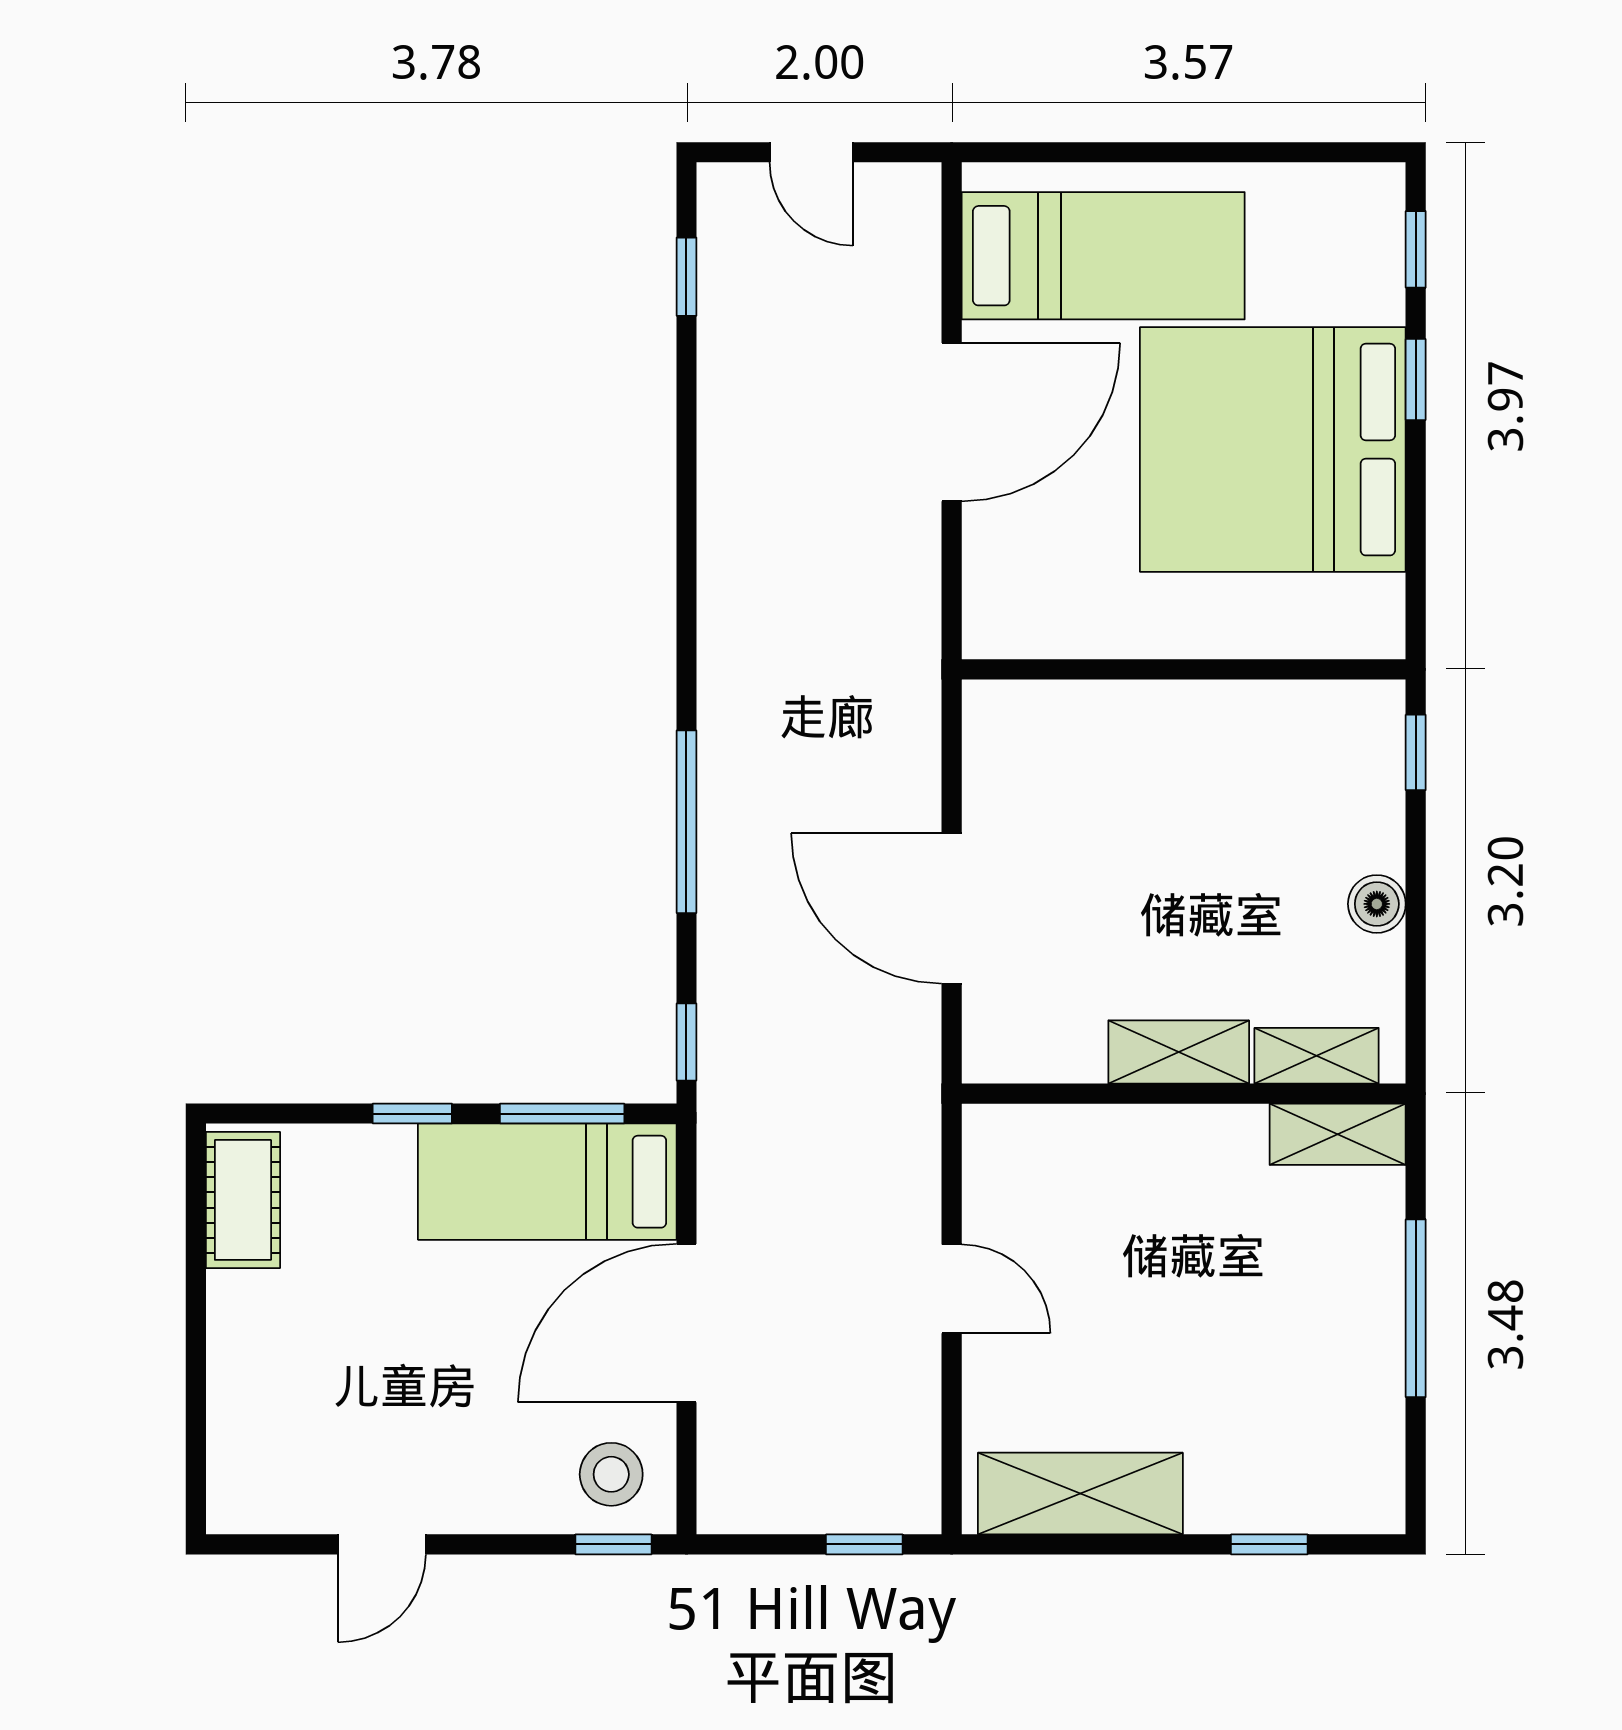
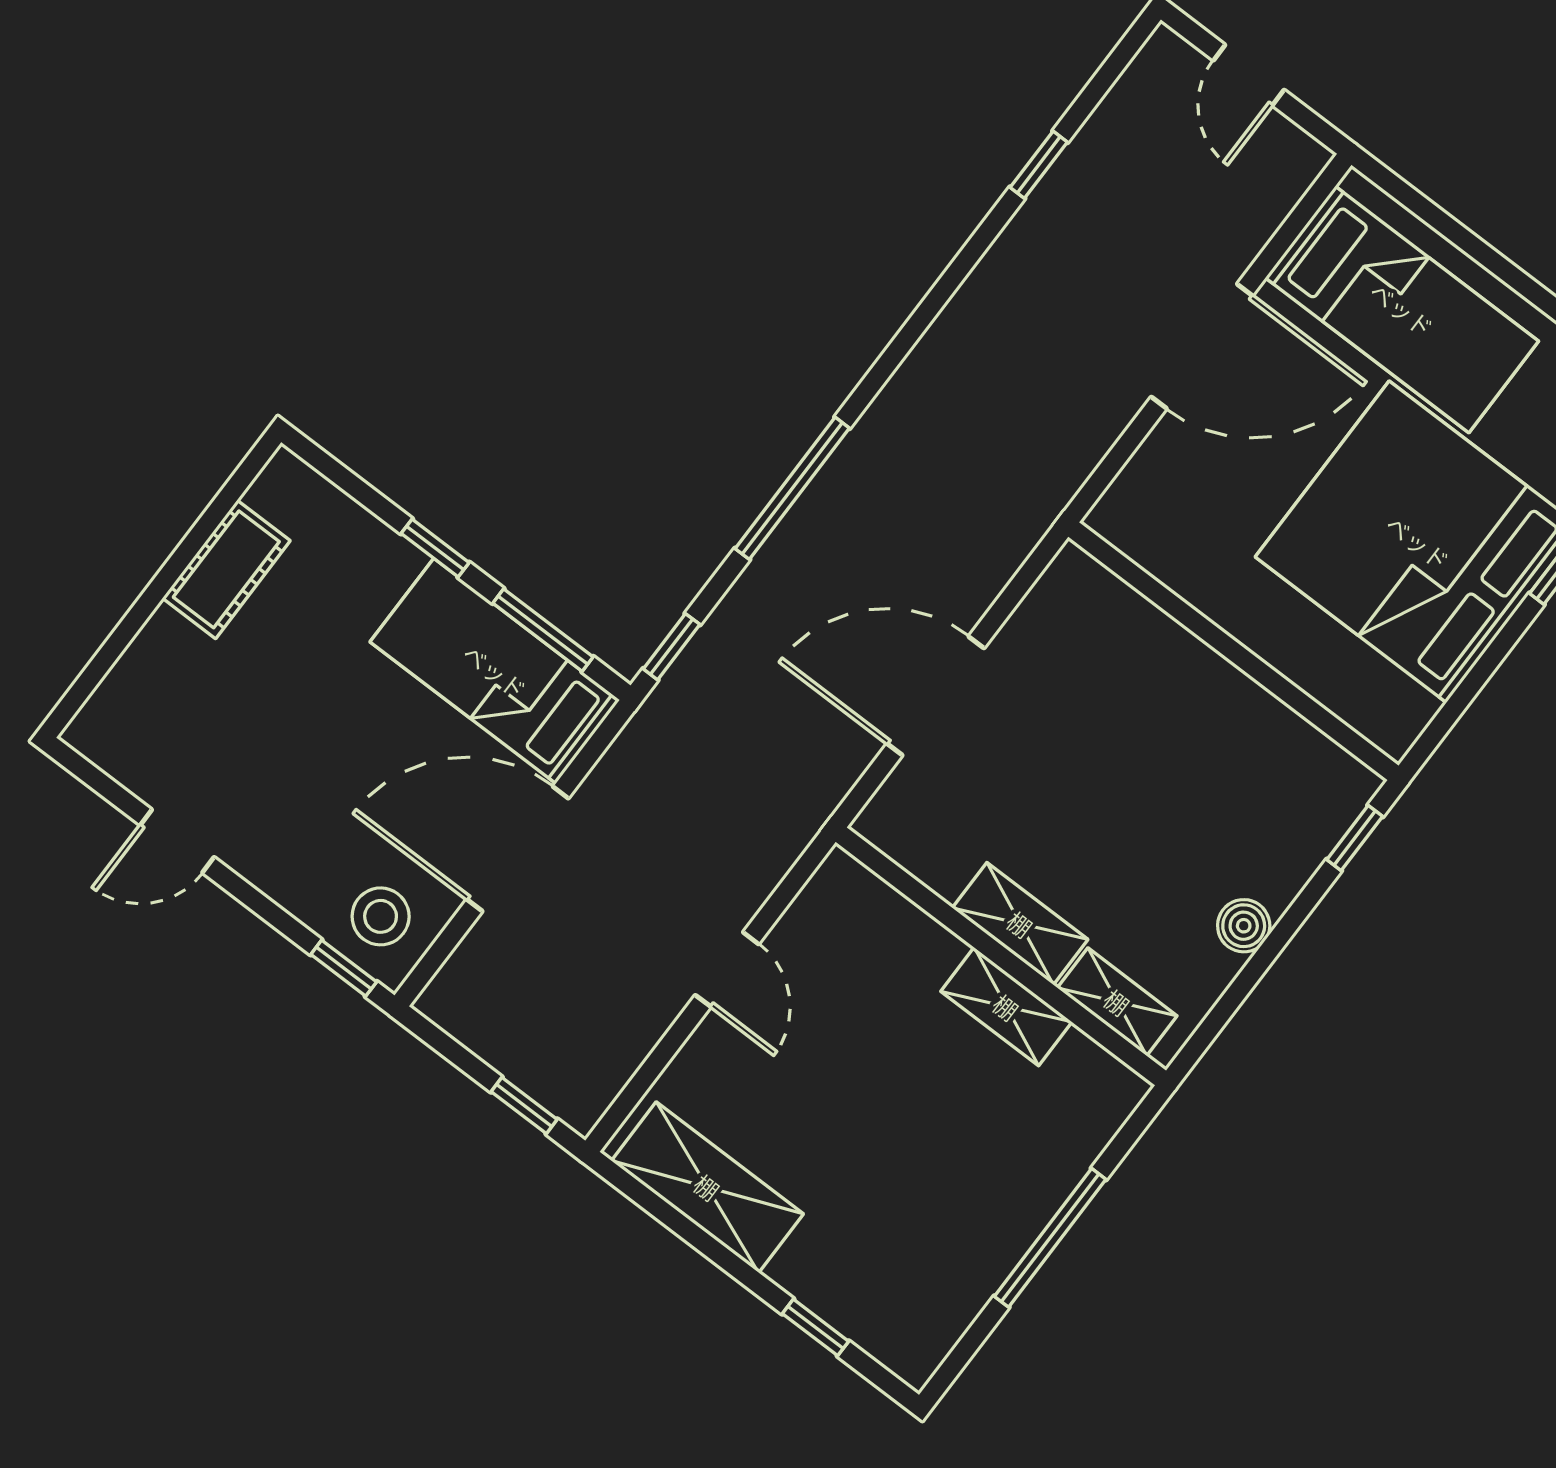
window: (686, 277) -> (1039, 165), moved
door: (952, 908) -> (936, 696), hinge flipped
shelving: (1338, 1134) -> (1006, 1007), moved
cot: (243, 1200) -> (226, 569), moved

